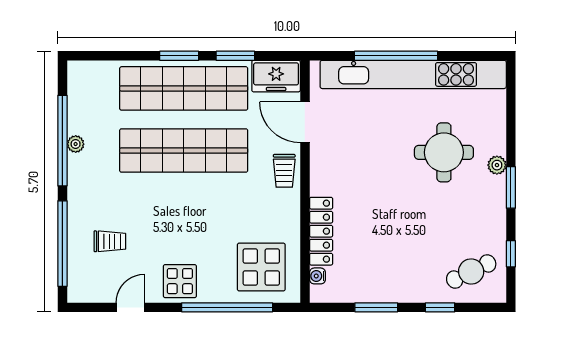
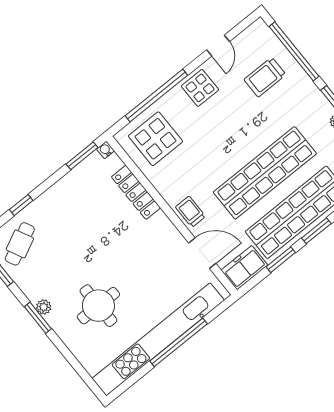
plant: (497, 165) -> (44, 307), moved
trolley: (110, 241) -> (265, 77), width x1.36, depth x1.39
water cooler: (317, 276) -> (105, 150), moved, turned -90
window: (376, 307) -> (82, 156), moved

